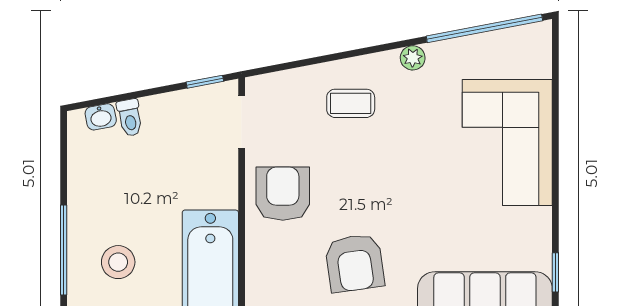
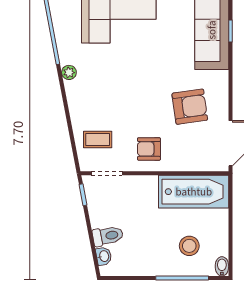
coffee table: (351, 103) -> (98, 140), moved, turned 90
toilet: (130, 118) -> (108, 236), width x1.37, depth x1.39
armchair: (283, 194) -> (149, 149), width x0.72, depth x0.72

